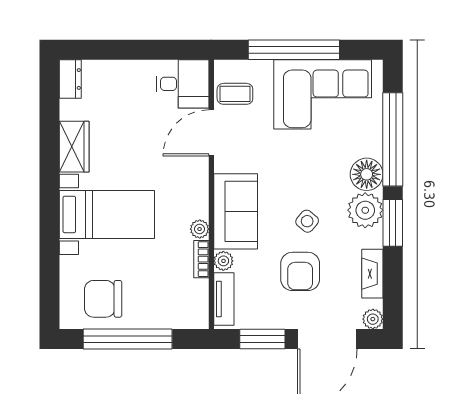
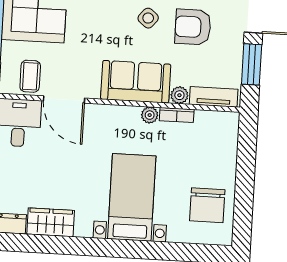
wardrobe: (74, 147) -> (51, 222), moved
armchair: (300, 271) -> (193, 27), turned 180
window: (128, 339) -> (245, 185), removed

